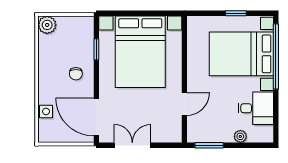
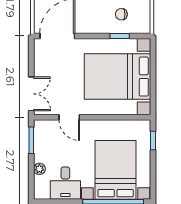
window: (236, 13) -> (153, 141), moved
chair: (76, 74) -> (121, 14), moved
double door: (132, 145) -> (31, 94), moved

